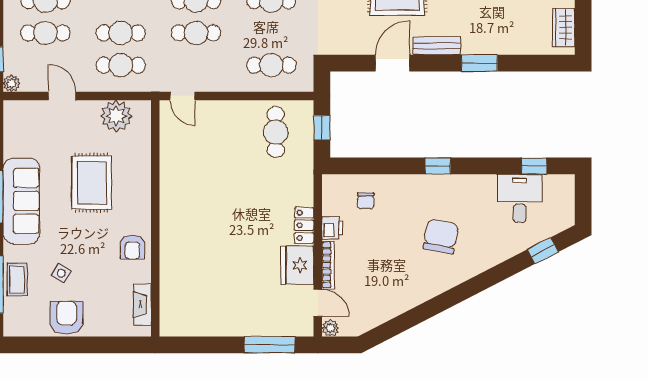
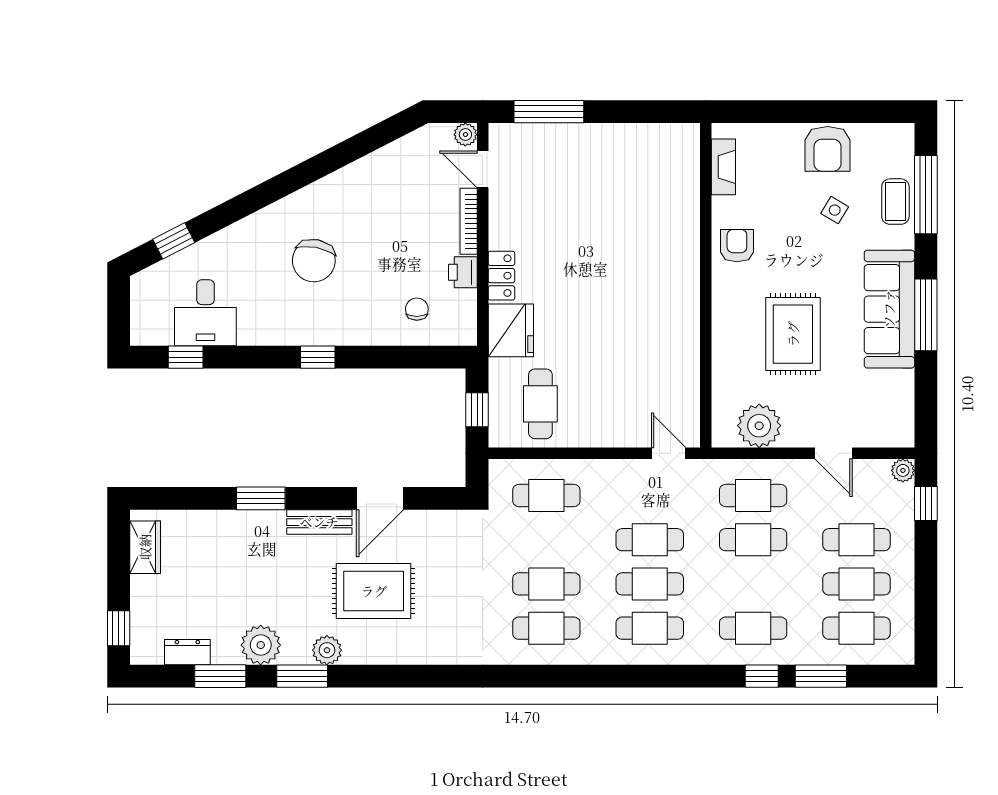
fridge: (297, 265) -> (511, 330), moved

